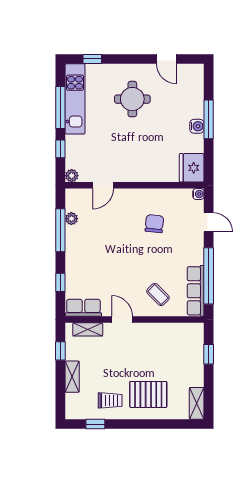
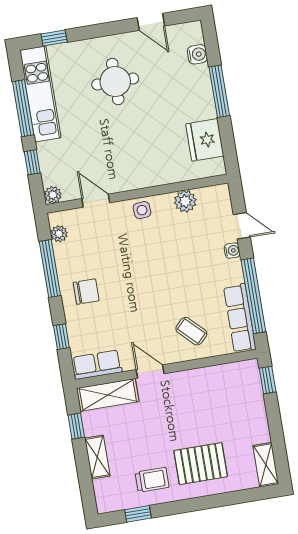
water cooler: (197, 126) -> (197, 54), moved
fridge: (192, 168) -> (205, 140), moved
door: (103, 185) -> (96, 201), swing flipped
water cooler: (198, 194) -> (232, 251), moved
plant: (170, 197) -> (185, 201), added
side table: (136, 198) -> (142, 210), added
plant: (71, 219) -> (59, 234), moved
chair: (154, 224) -> (86, 292), moved, turned 84
shelving: (88, 329) -> (108, 395), width x1.50, depth x1.33
window: (209, 354) -> (268, 380), moved

